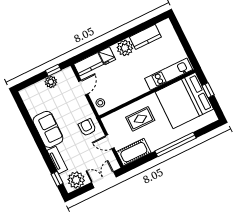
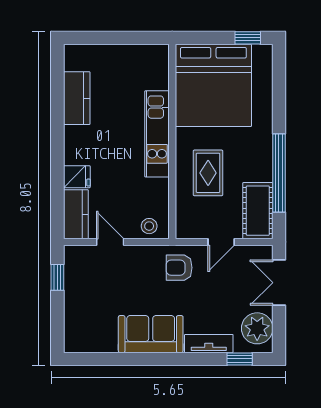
plant: (125, 48) -> (78, 141), removed
kitchen unit: (169, 74) -> (157, 134), moved
plant: (51, 82) -> (75, 291), removed
window: (208, 90) -> (248, 38), moved
window: (176, 145) -> (279, 173), moved

